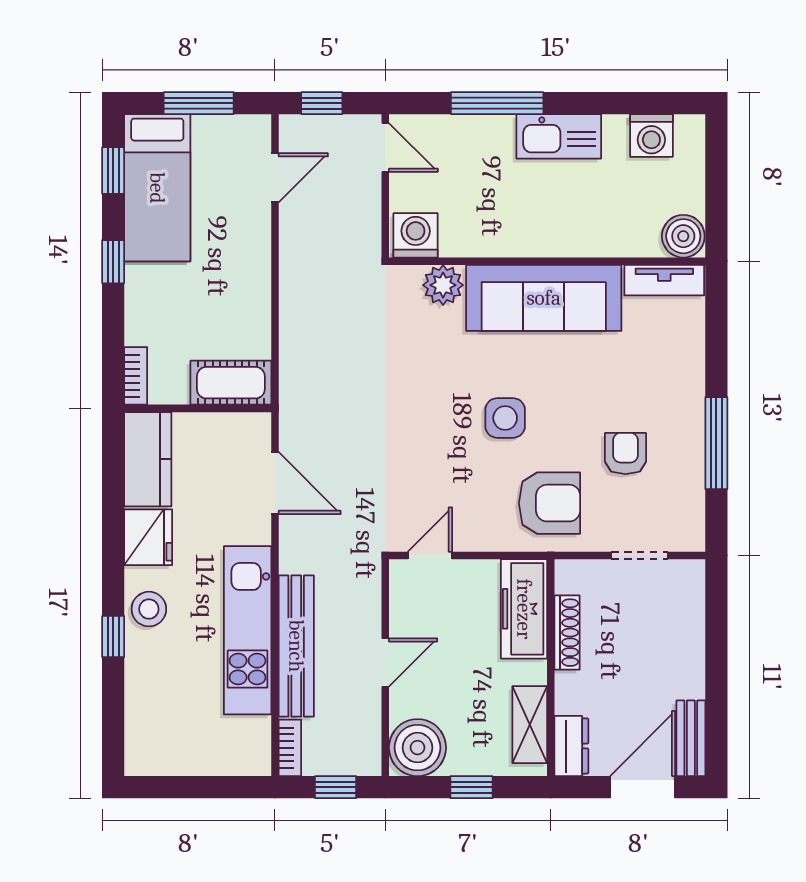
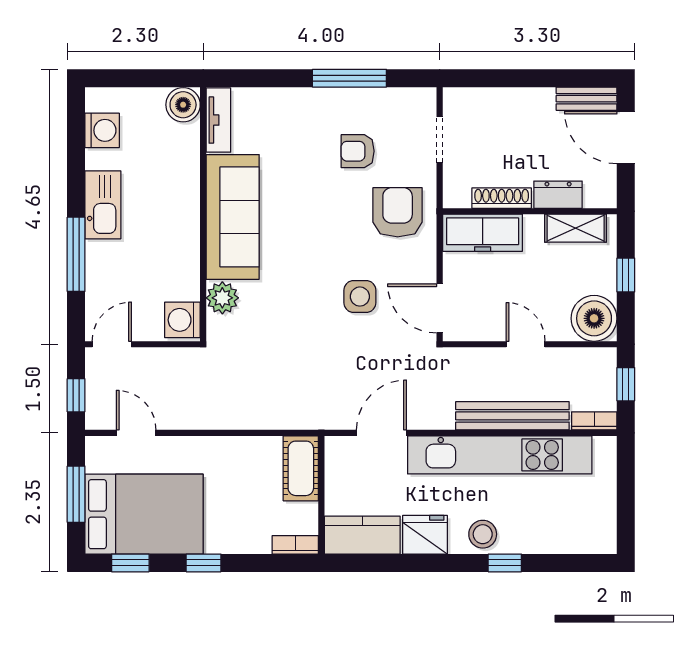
bed: (157, 188) -> (144, 514), width x1.50
side table: (505, 418) -> (360, 297), moved
door: (430, 555) -> (440, 308), width x1.38
kitchen unit: (248, 630) -> (500, 455), width x1.36
dresser: (571, 746) -> (558, 195), moved

